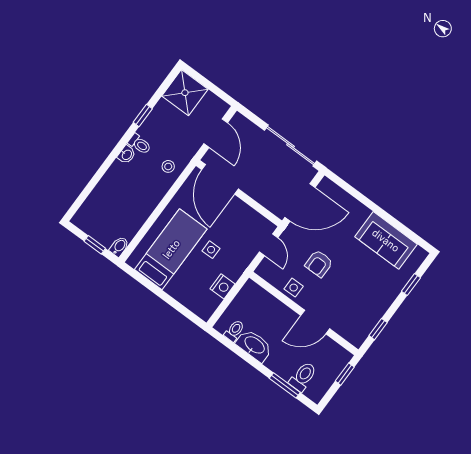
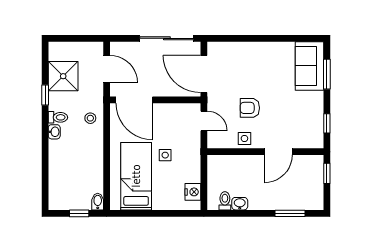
shower: (185, 93) -> (63, 76), moved
door: (300, 202) -> (204, 74), swing flipped
sofa: (386, 240) -> (310, 66), moved, turned 90
armchair: (319, 264) -> (250, 108), turned 90
window: (411, 285) -> (327, 74), width x1.50
nightstand: (223, 286) -> (193, 192), moved
washbasin: (254, 345) -> (240, 204), width x0.52, depth x0.69
toilet: (303, 377) -> (298, 197), removed

